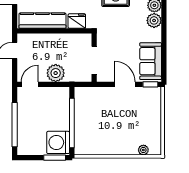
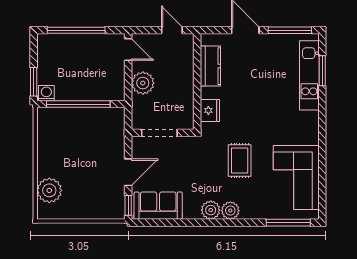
kitchen counter: (42, 21) -> (210, 66), width x0.67
washing machine: (58, 142) -> (46, 93), width x0.53, depth x0.53
plant: (143, 150) -> (49, 190), width x1.88, depth x1.88

